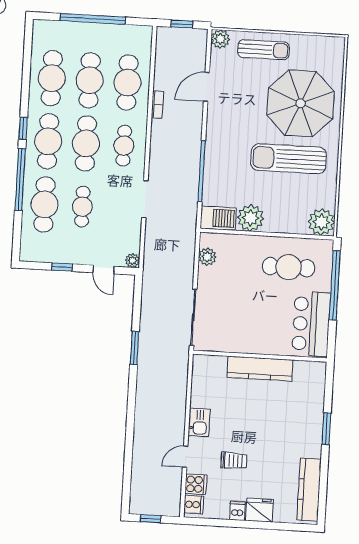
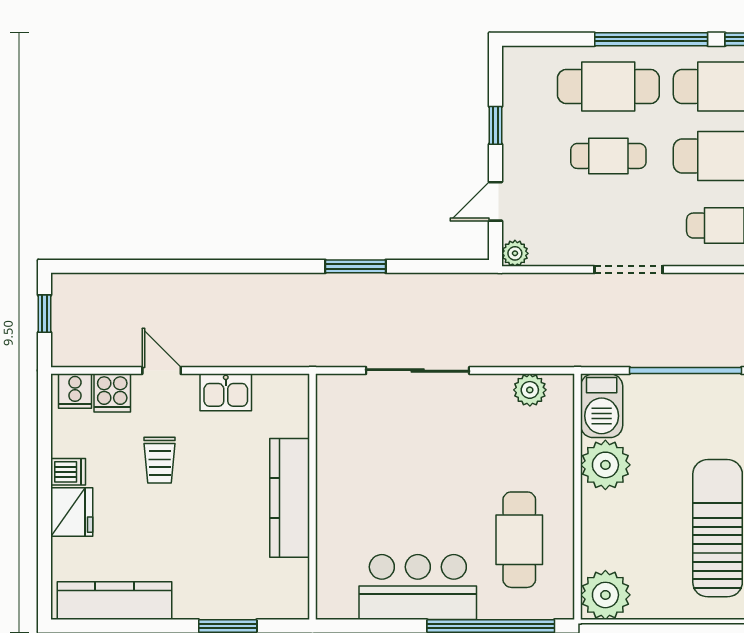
wall: (260, 356) -> (313, 497), moved
kitchen counter: (260, 369) -> (290, 498), moved

